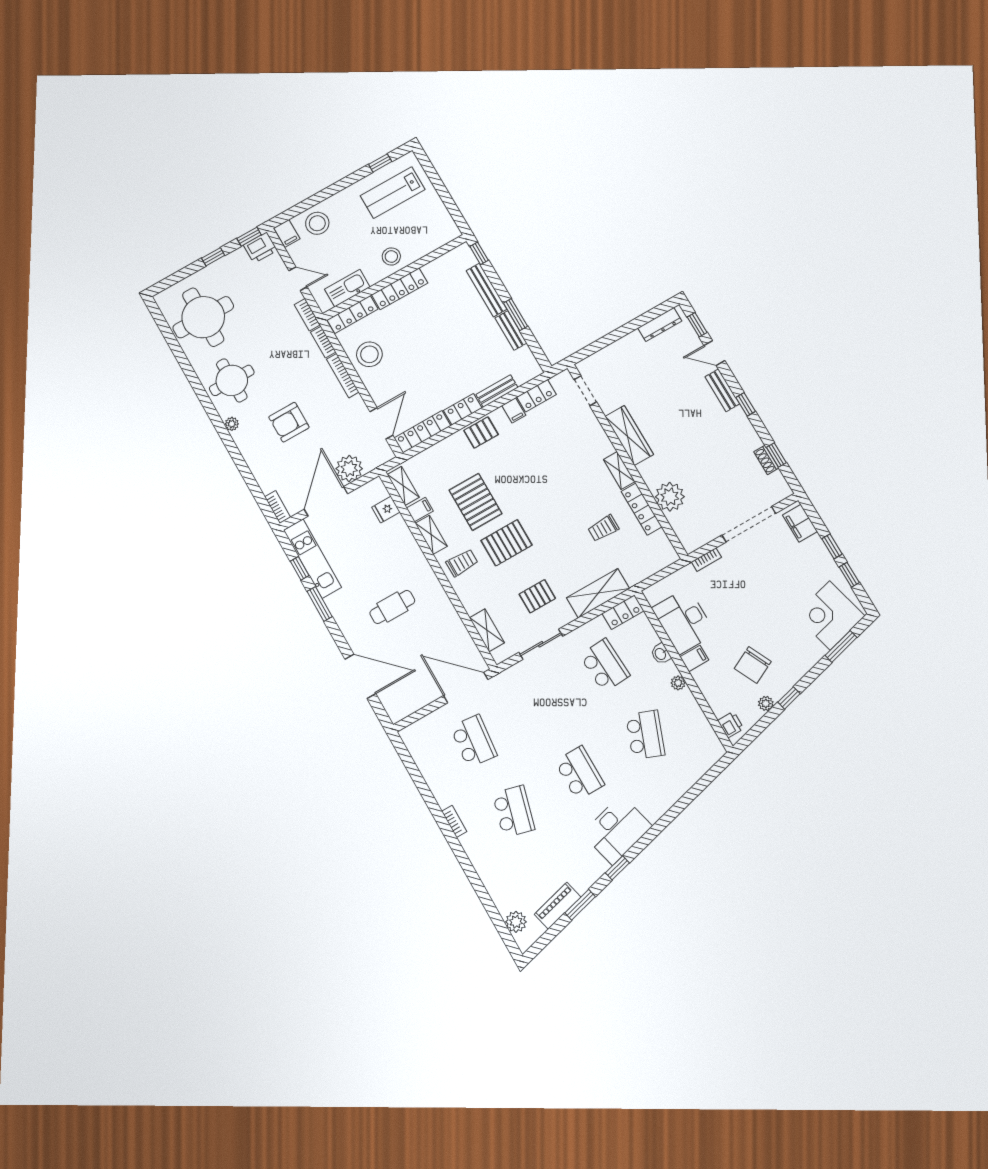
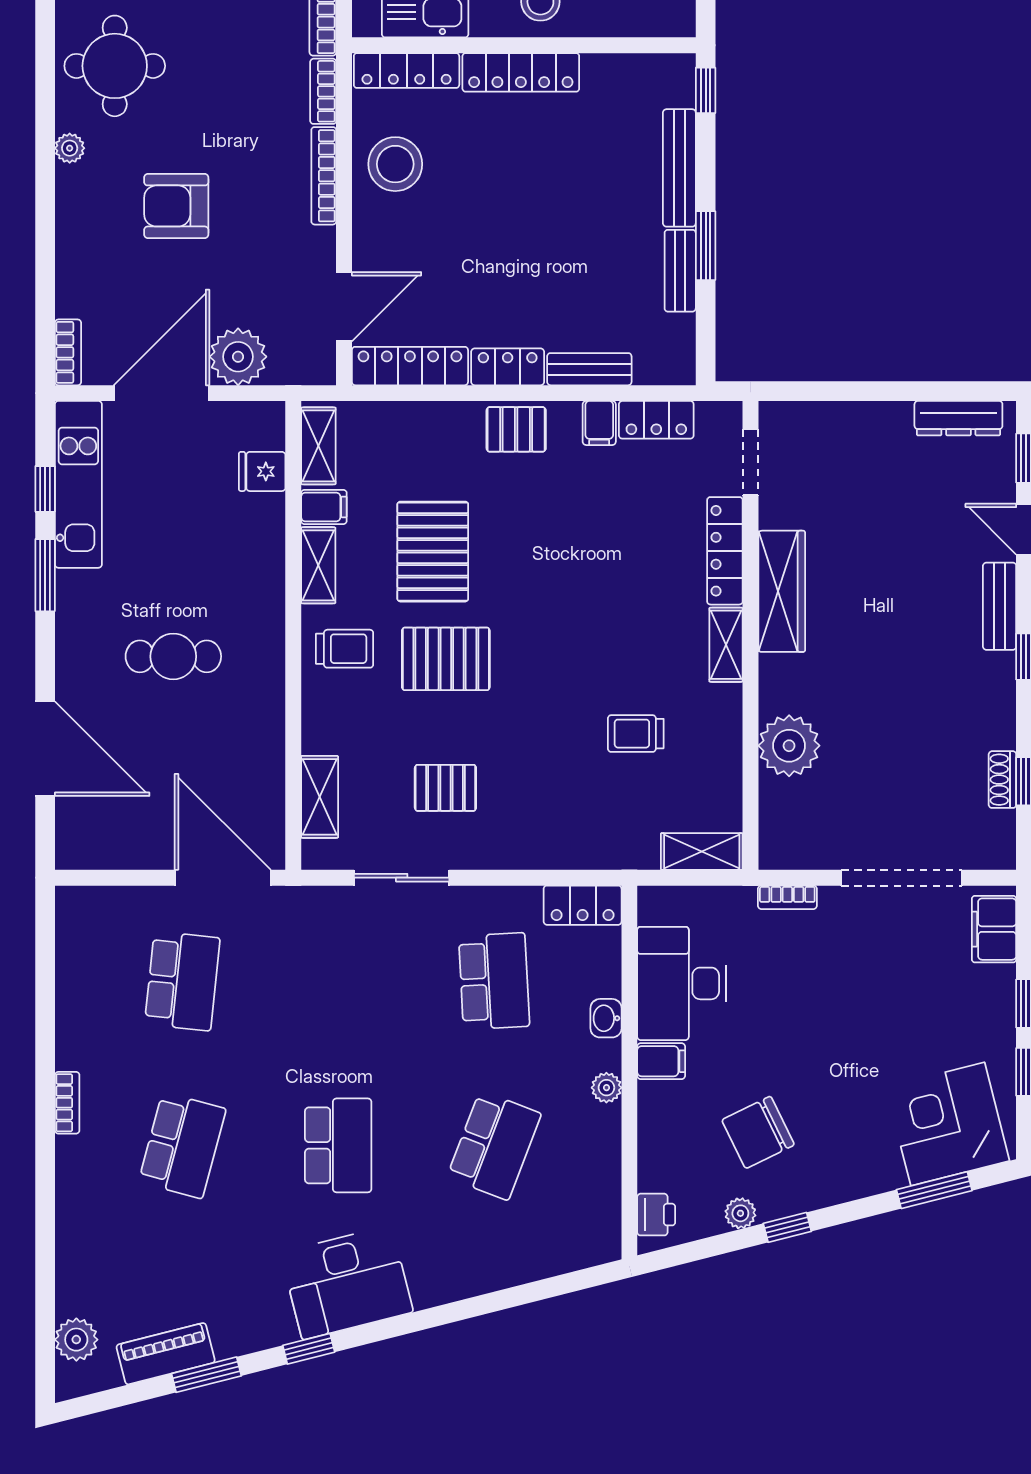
locker: (642, 509) -> (725, 551), moved
shelving: (598, 593) -> (702, 851), moved, width x0.67, depth x0.75

